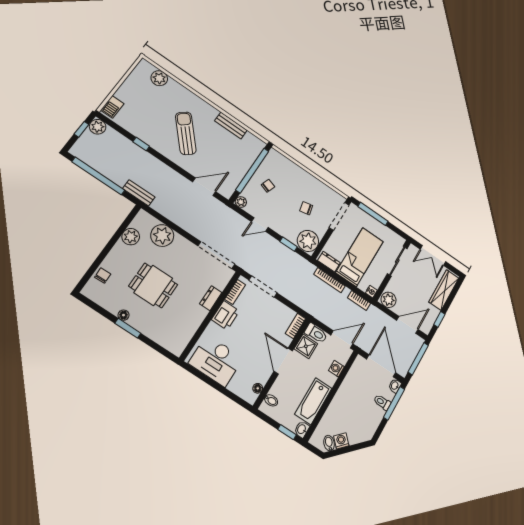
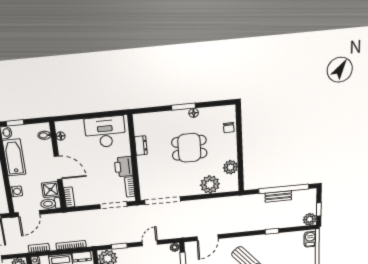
bench: (139, 193) -> (278, 196), moved
dresser: (211, 298) -> (141, 146), moved

